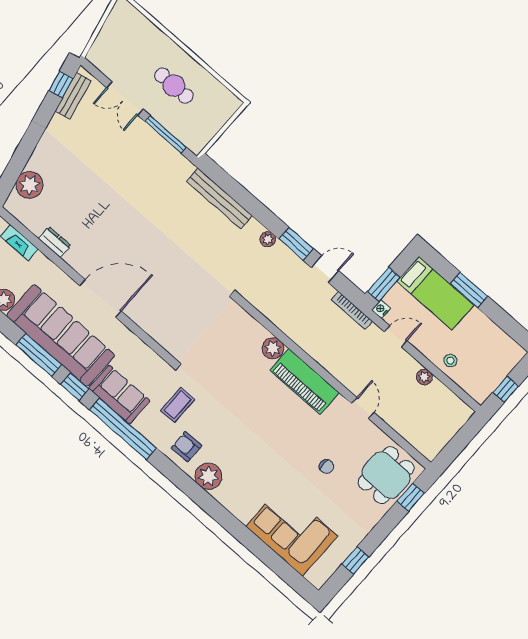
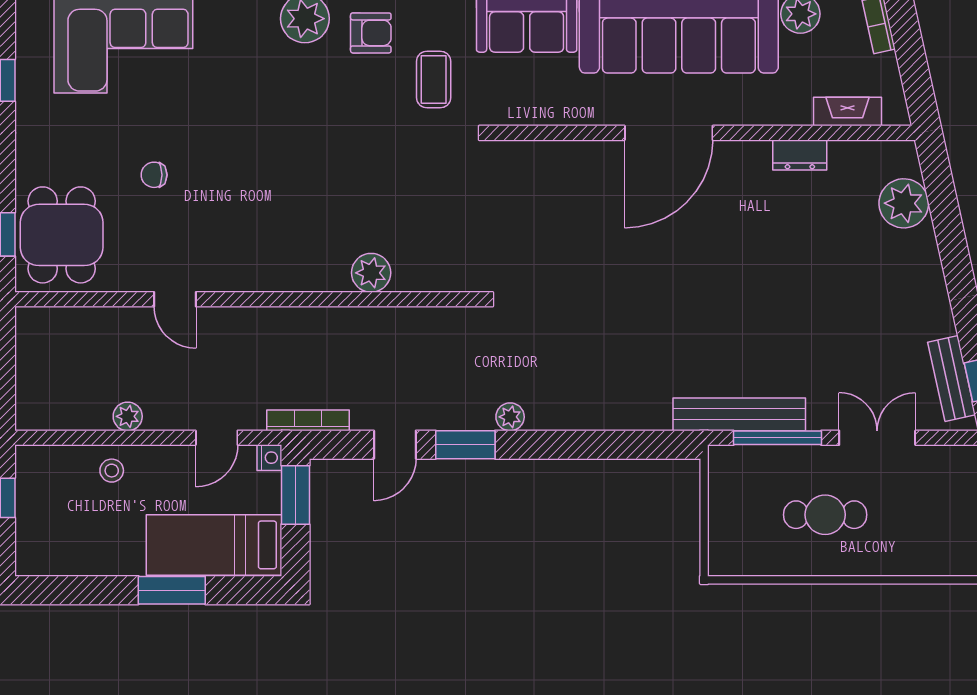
bench: (219, 198) -> (739, 414), moved
piano: (305, 381) -> (287, 265), removed

